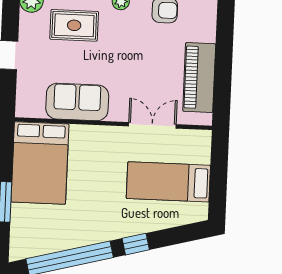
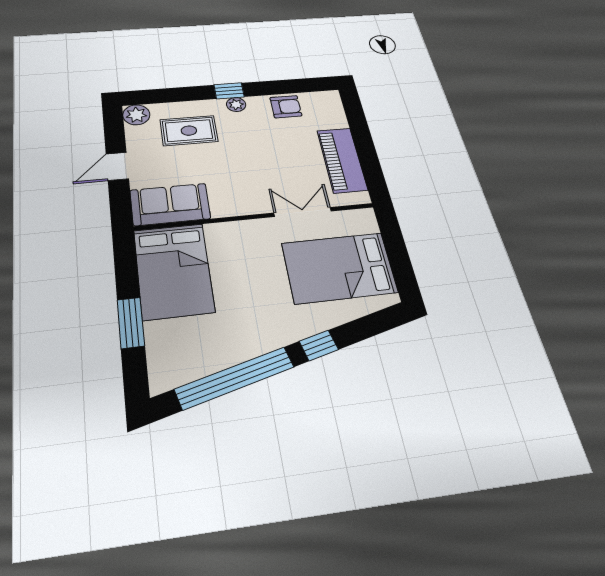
sofa: (77, 102) -> (170, 204), moved
bed: (168, 182) -> (339, 268), width x1.50

